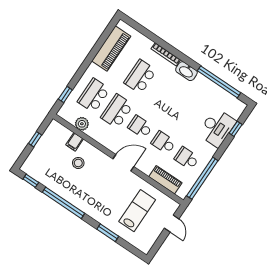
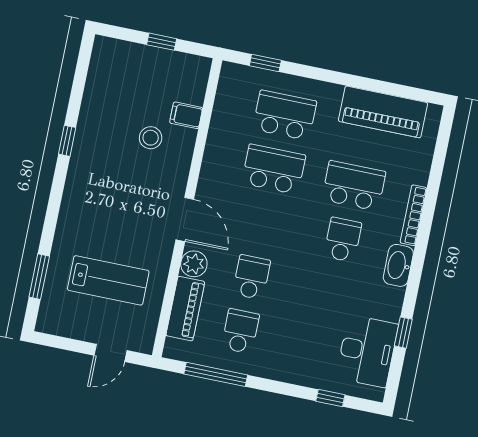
window: (219, 82) -> (403, 333), width x0.32
plant: (82, 124) -> (194, 264), moved
school desk: (140, 127) -> (343, 240), moved
desk: (217, 128) -> (367, 351), moved, turned -90
window: (202, 178) -> (216, 374), width x0.68
window: (31, 181) -> (83, 65), removed
window: (63, 203) -> (67, 141), width x0.32
window: (108, 233) -> (39, 277), moved

